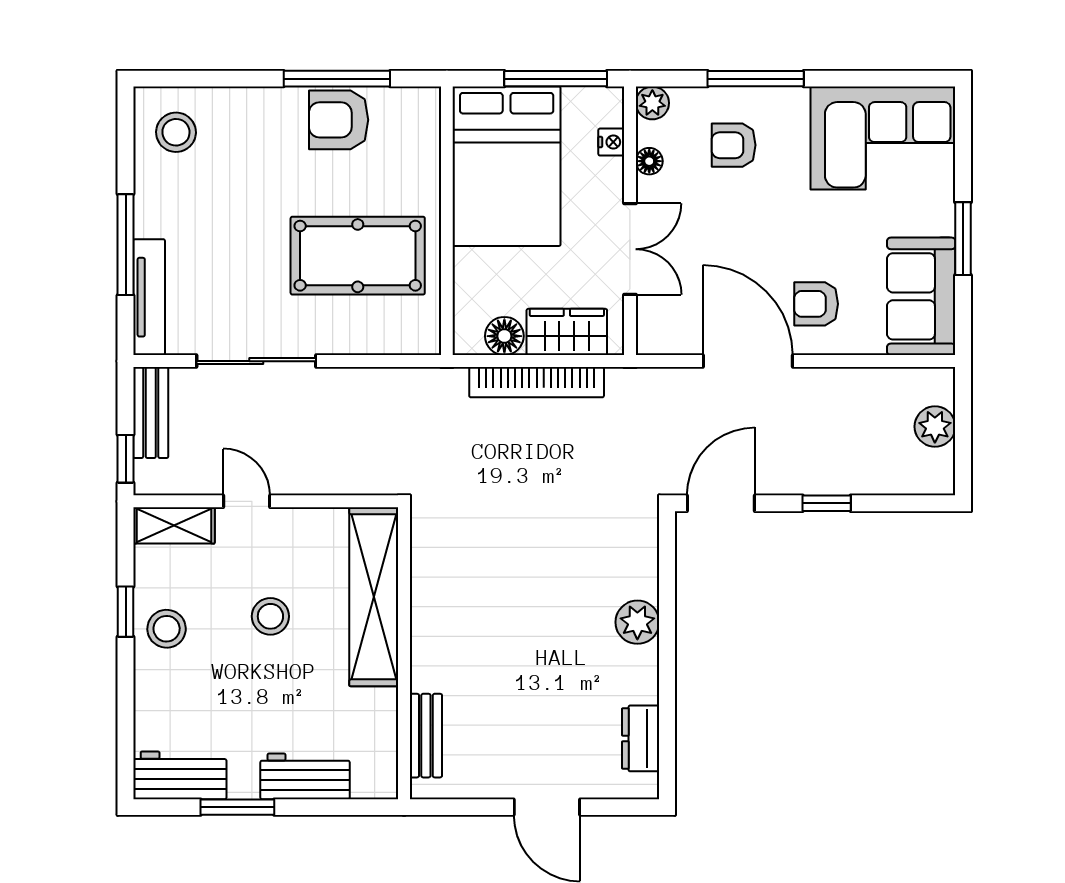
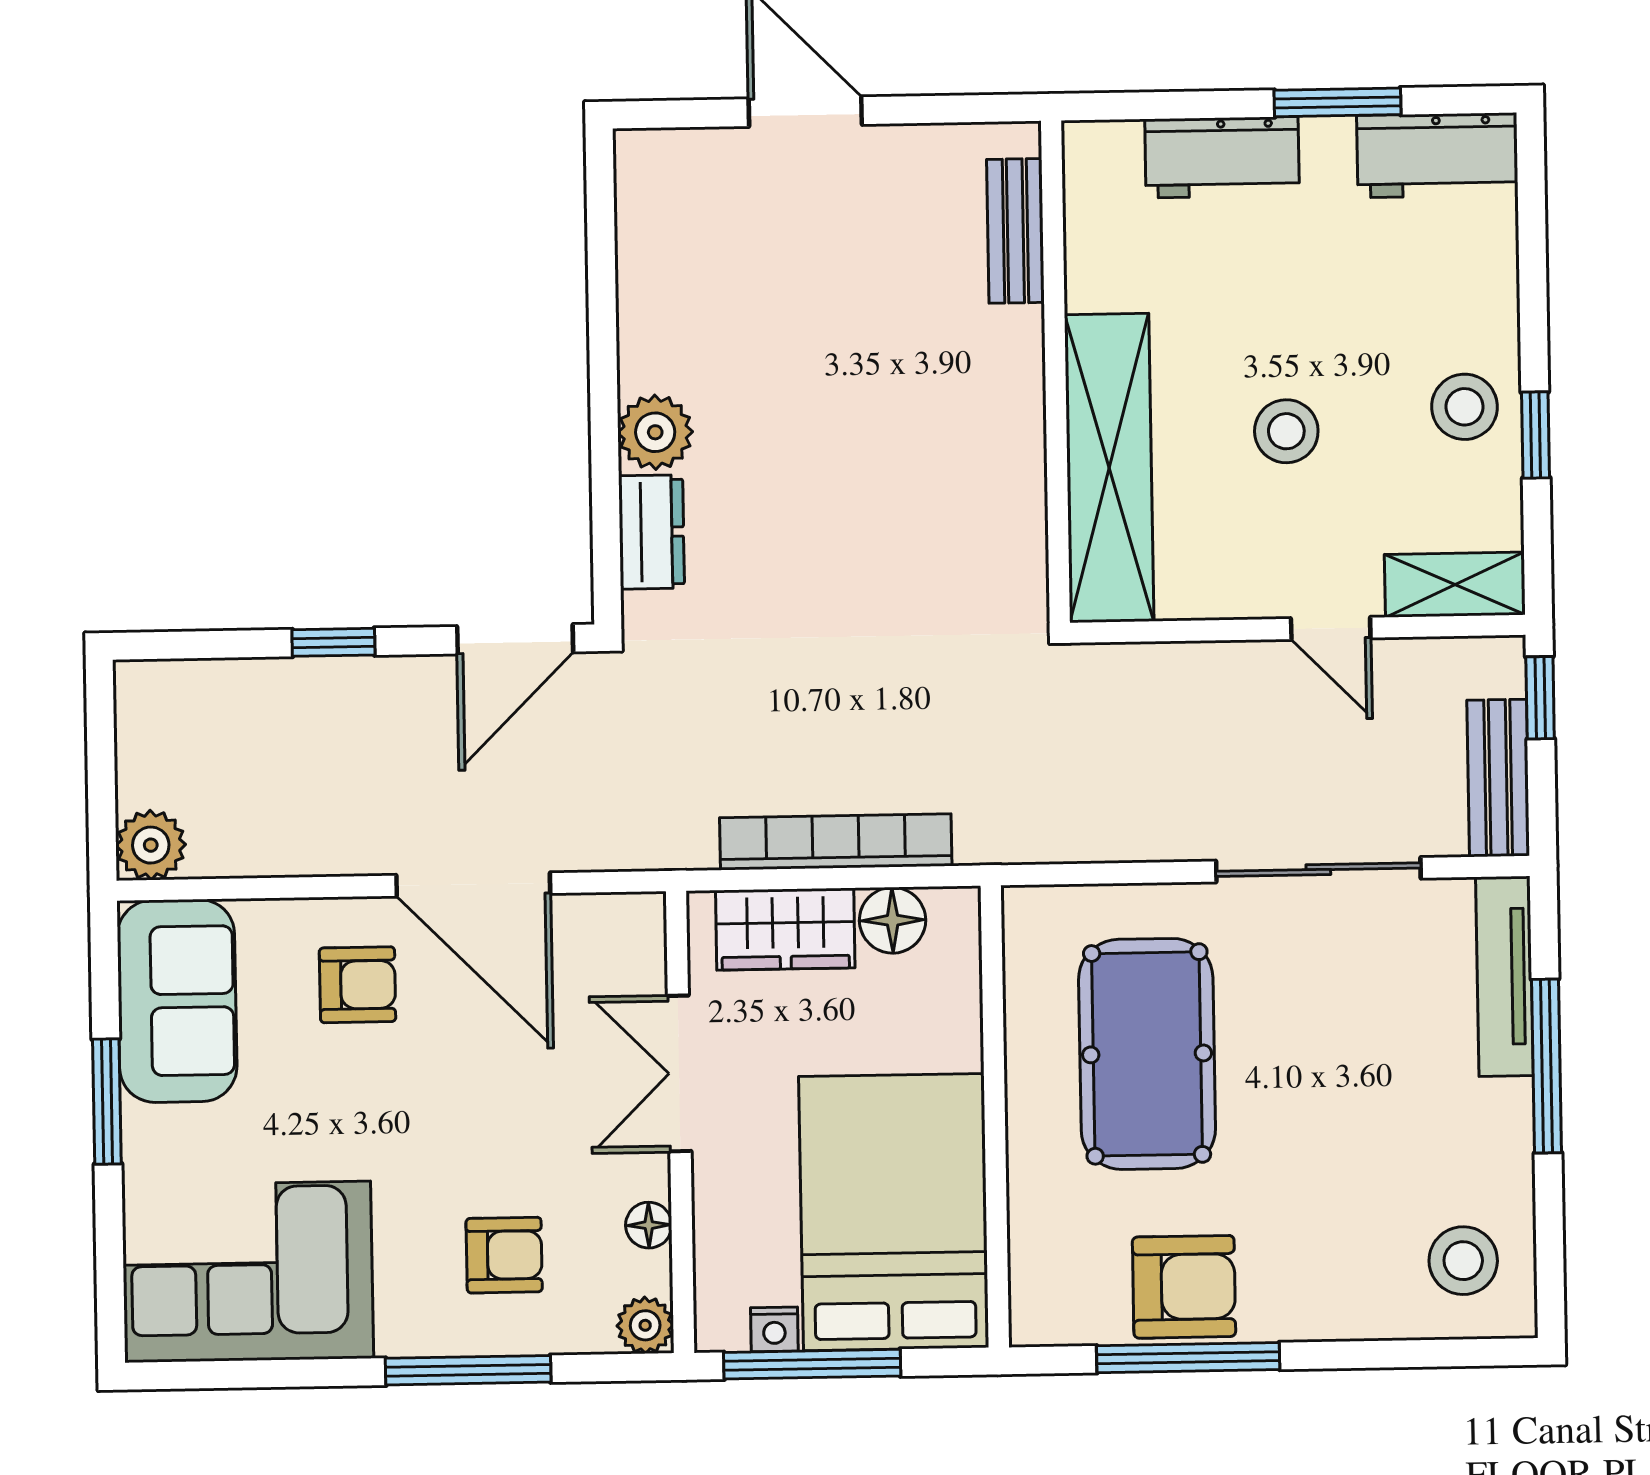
nightstand: (611, 142) -> (774, 1329), moved, turned -90
pool table: (358, 256) -> (1147, 1054), turned 90
plant: (935, 427) -> (151, 845), moved
dresser: (641, 738) -> (651, 532), moved

